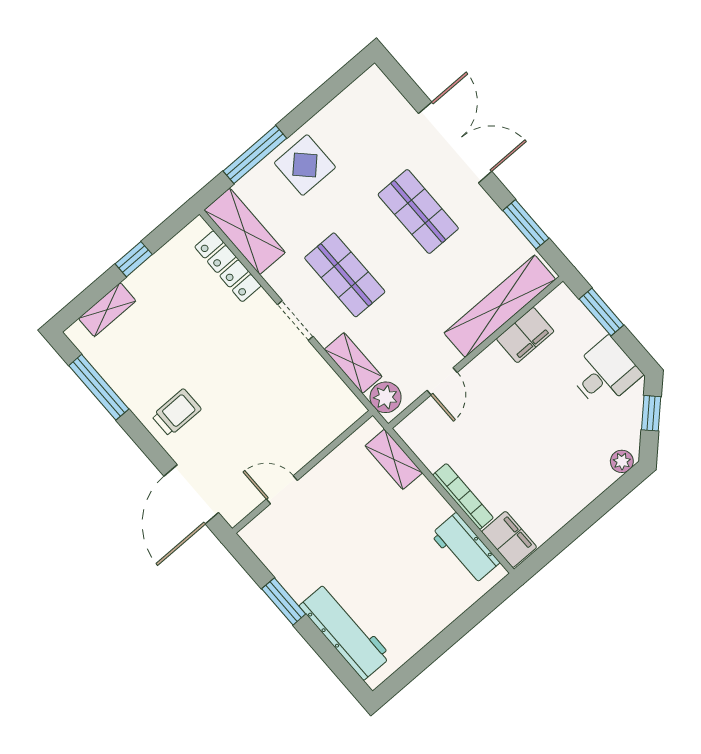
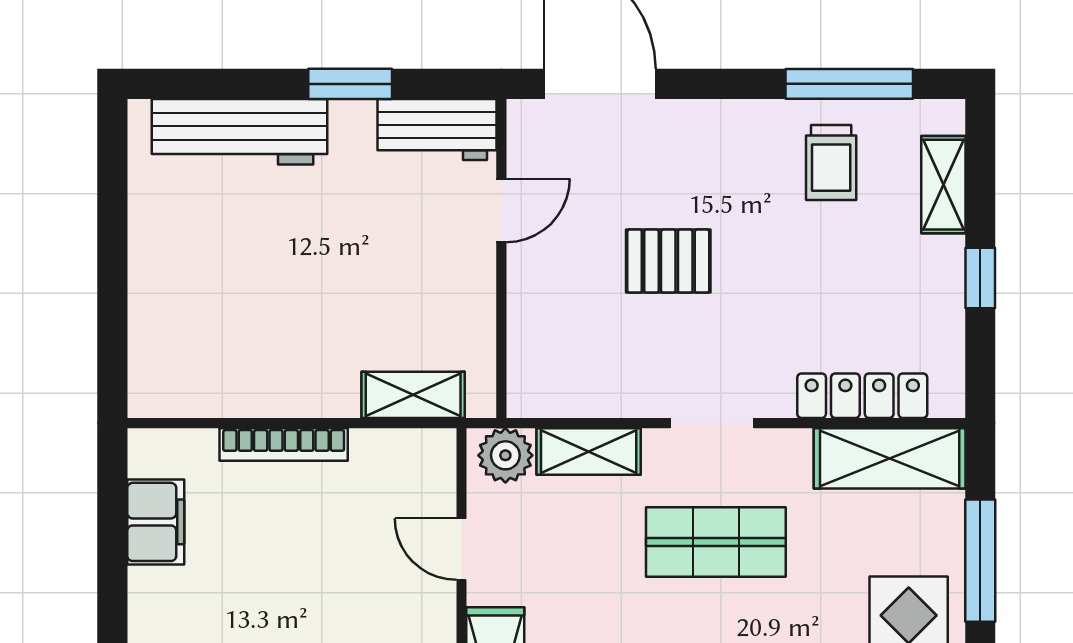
pallet: (242, 399) -> (668, 261), added
trolley: (176, 413) -> (831, 162), moved
filing cabinet: (509, 539) -> (156, 522), moved, turned -90
workbench: (465, 549) -> (437, 130), moved, turned 180

